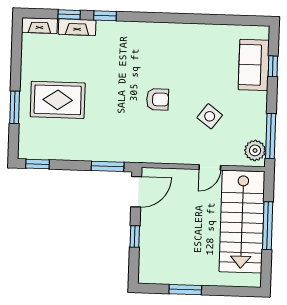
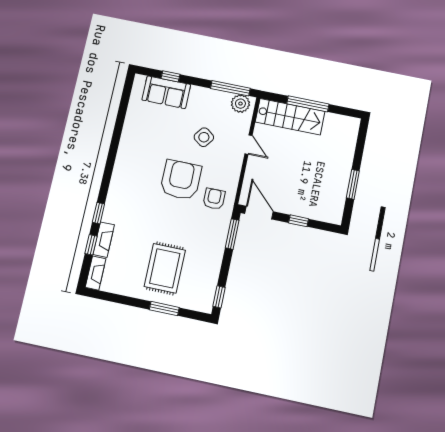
armchair: (157, 99) -> (181, 180), width x1.88, depth x1.88
armchair: (143, 140) -> (214, 199), added
stairs: (242, 222) -> (290, 117), width x0.73, depth x0.66

